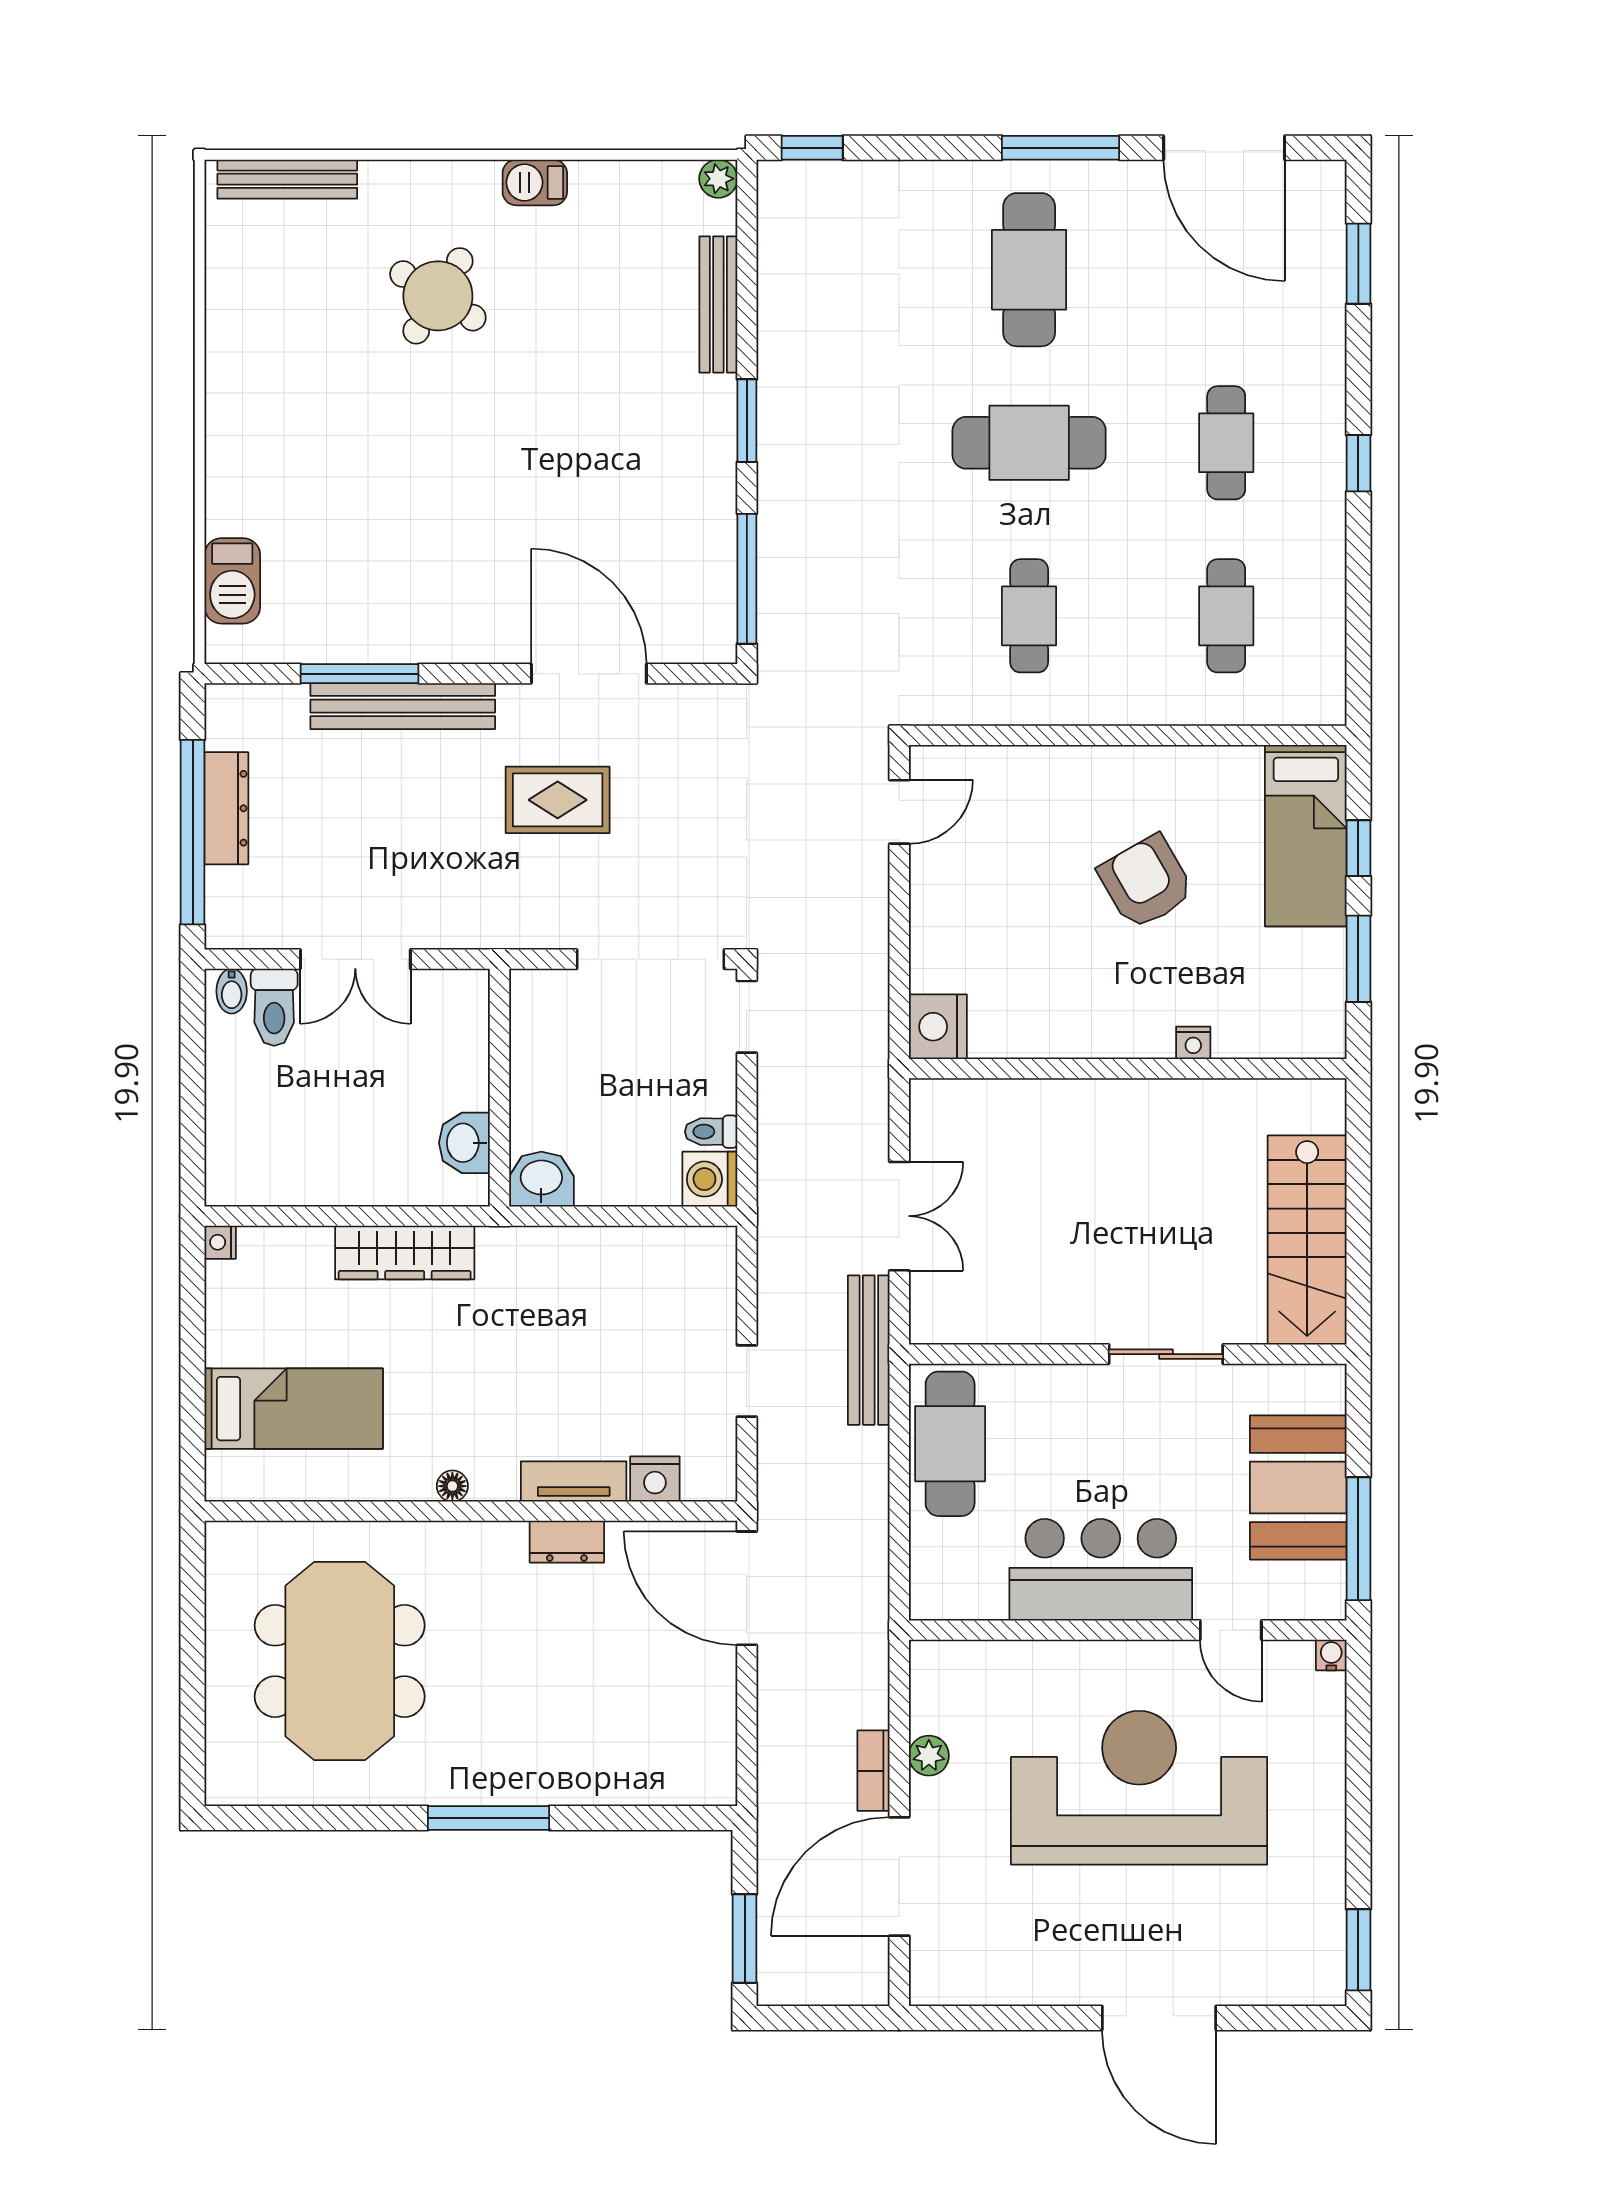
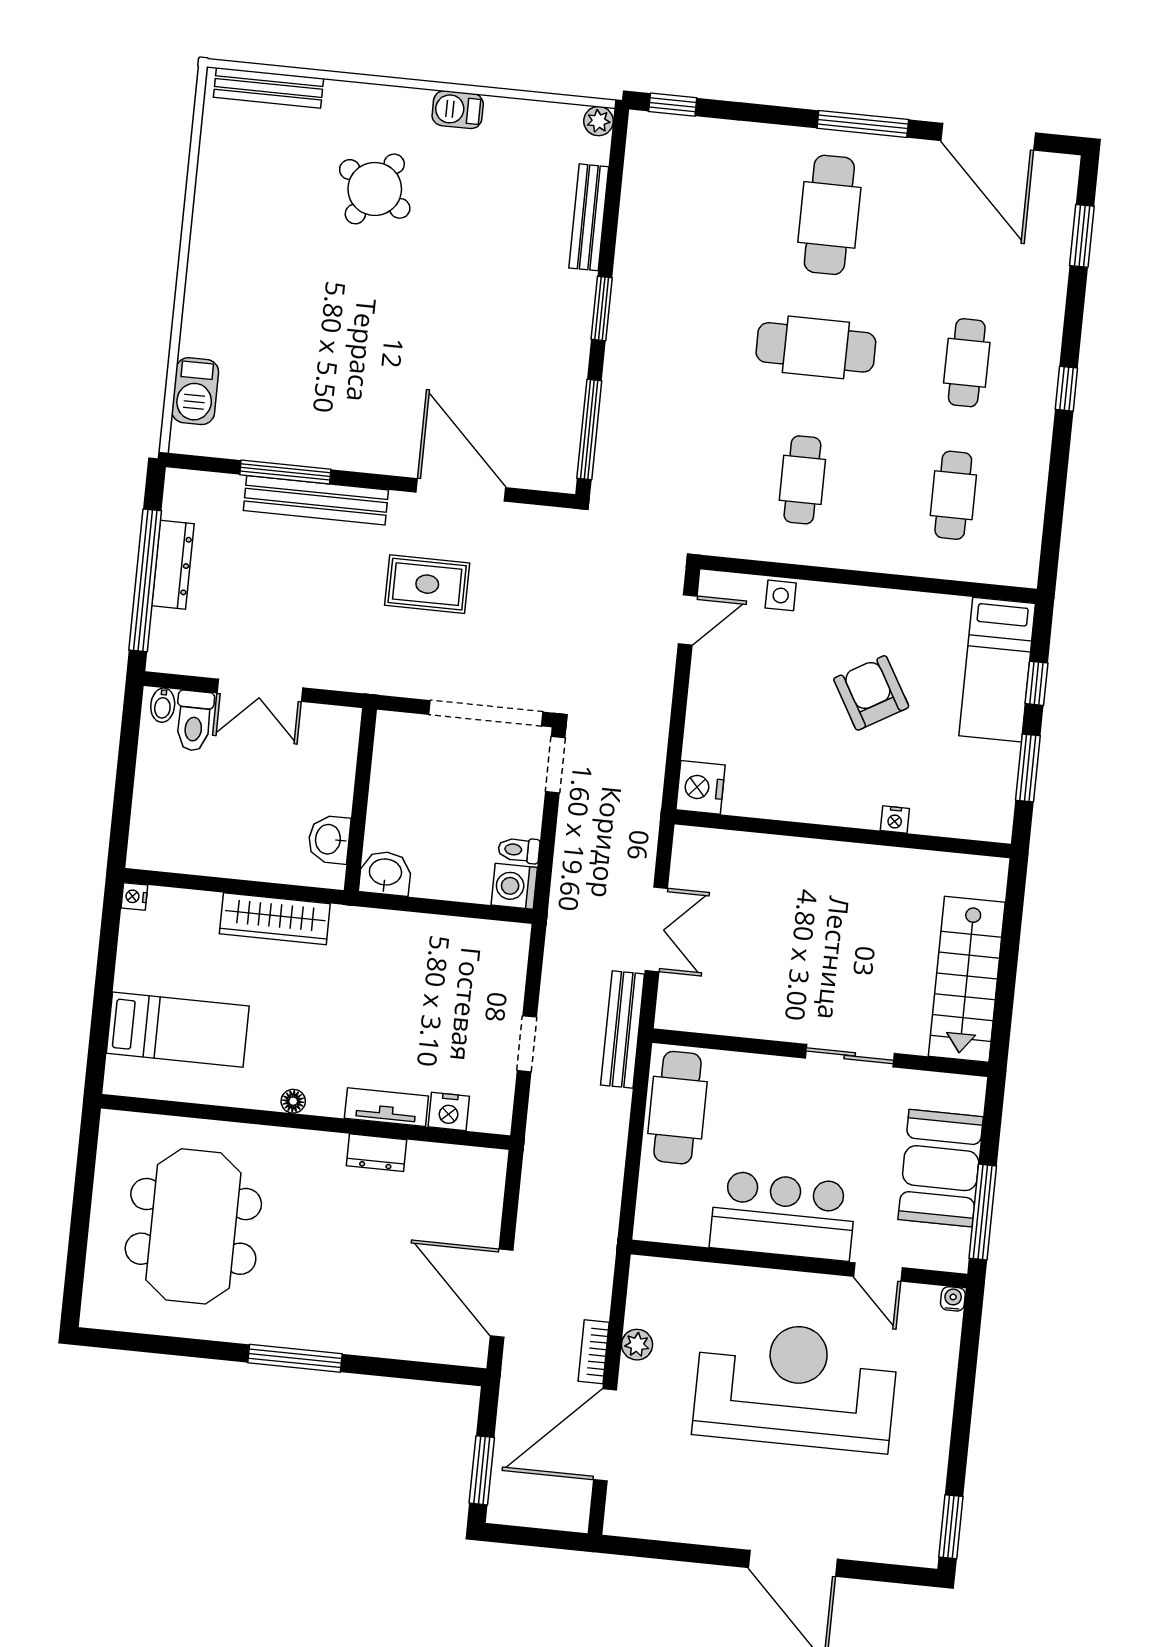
side table: (1016, 768) -> (781, 595), added
door: (747, 1588) -> (502, 1293), moved

